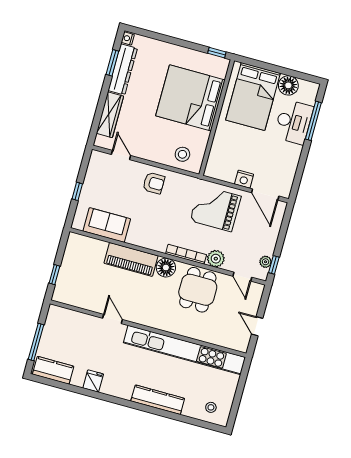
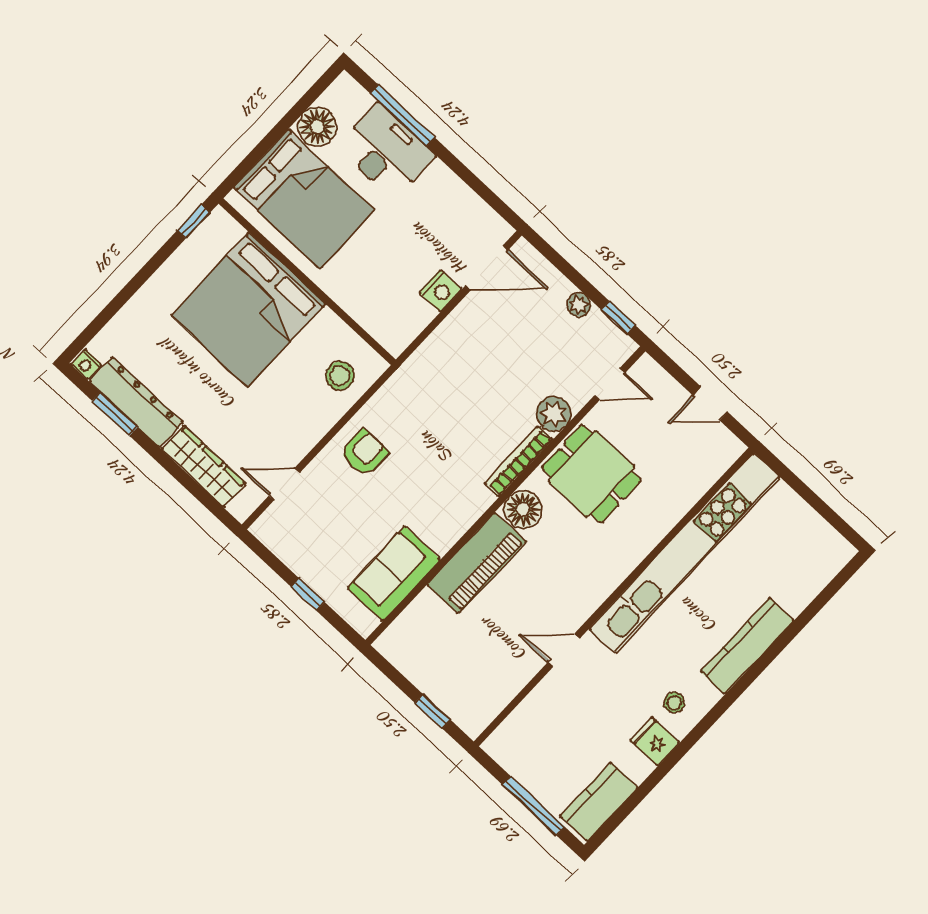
grand piano: (216, 208) -> (465, 368), removed
plant: (266, 262) -> (579, 305), moved
stool: (211, 407) -> (674, 703), moved

